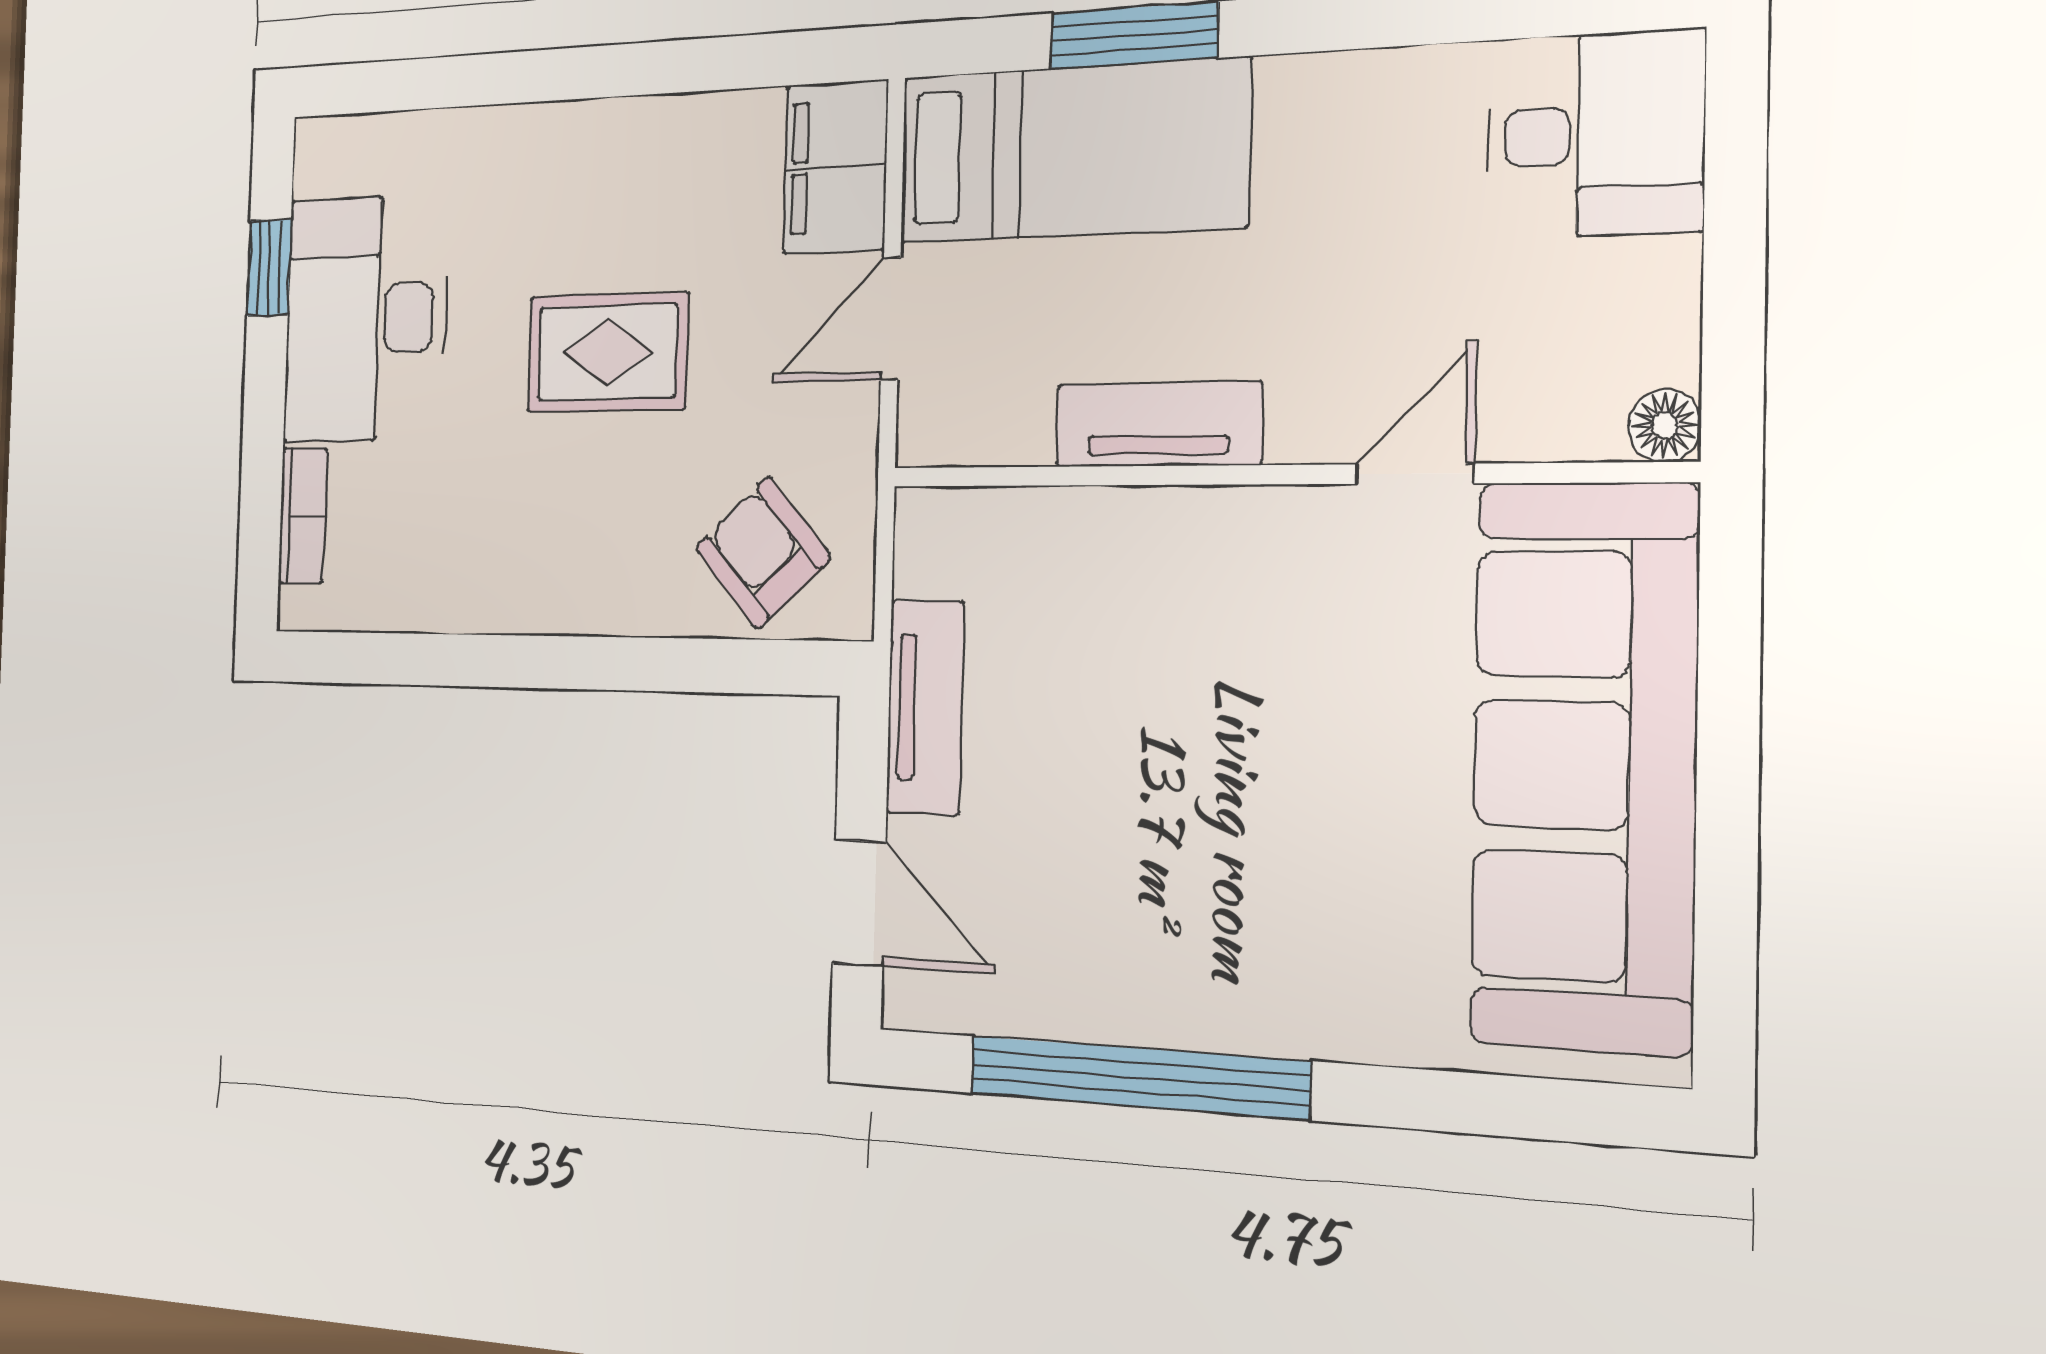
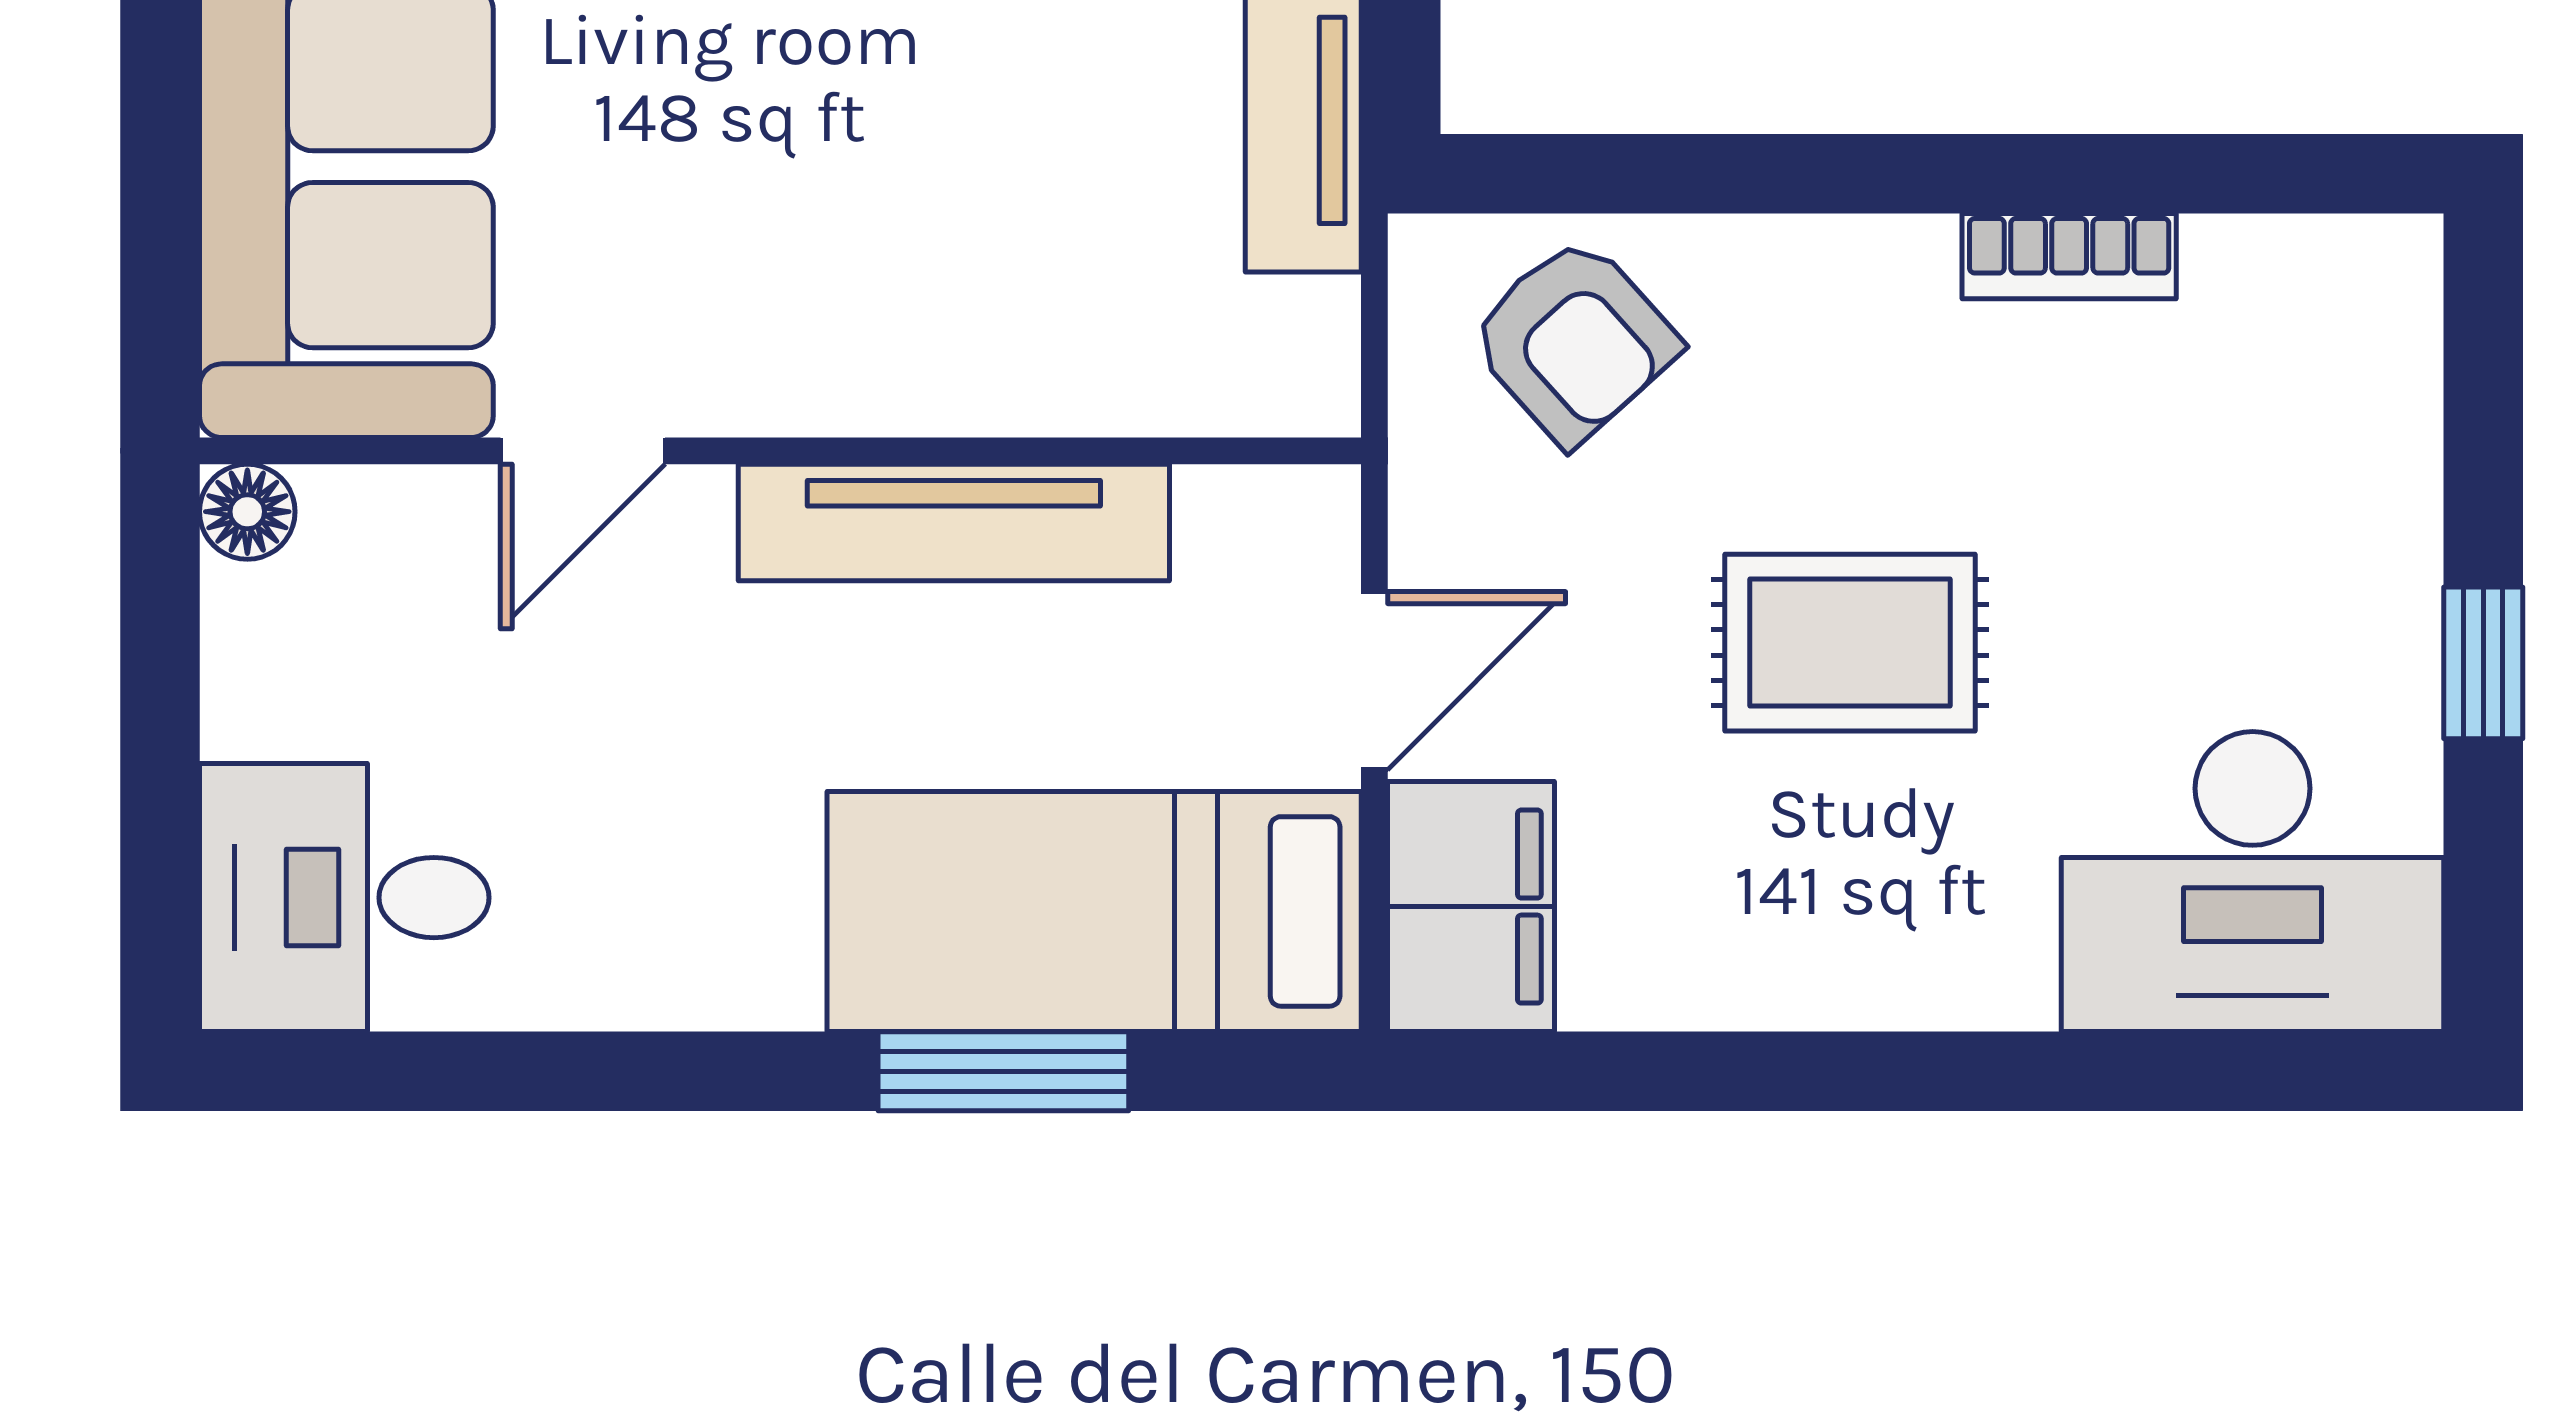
window: (269, 268) -> (2483, 663), moved
desk: (366, 319) -> (2253, 882), moved, turned 90
tv unit: (1159, 424) -> (954, 522), width x1.41
bookcase: (303, 516) -> (2069, 256), moved, turned -90

